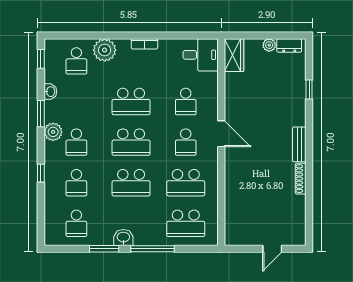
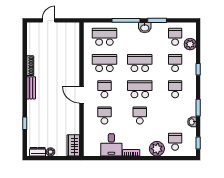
desk: (201, 55) -> (111, 145), moved, turned -90
school desk: (131, 101) -> (140, 116), width x0.54
plant: (53, 132) -> (190, 44), moved

